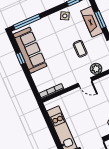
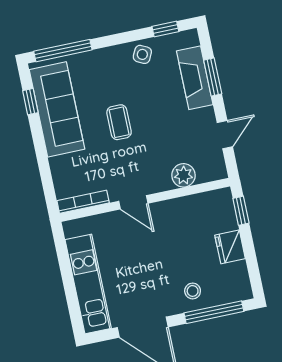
coffee table: (80, 49) -> (119, 122), moved
window: (21, 58) -> (30, 102), moved
door: (85, 82) -> (133, 202), moved

